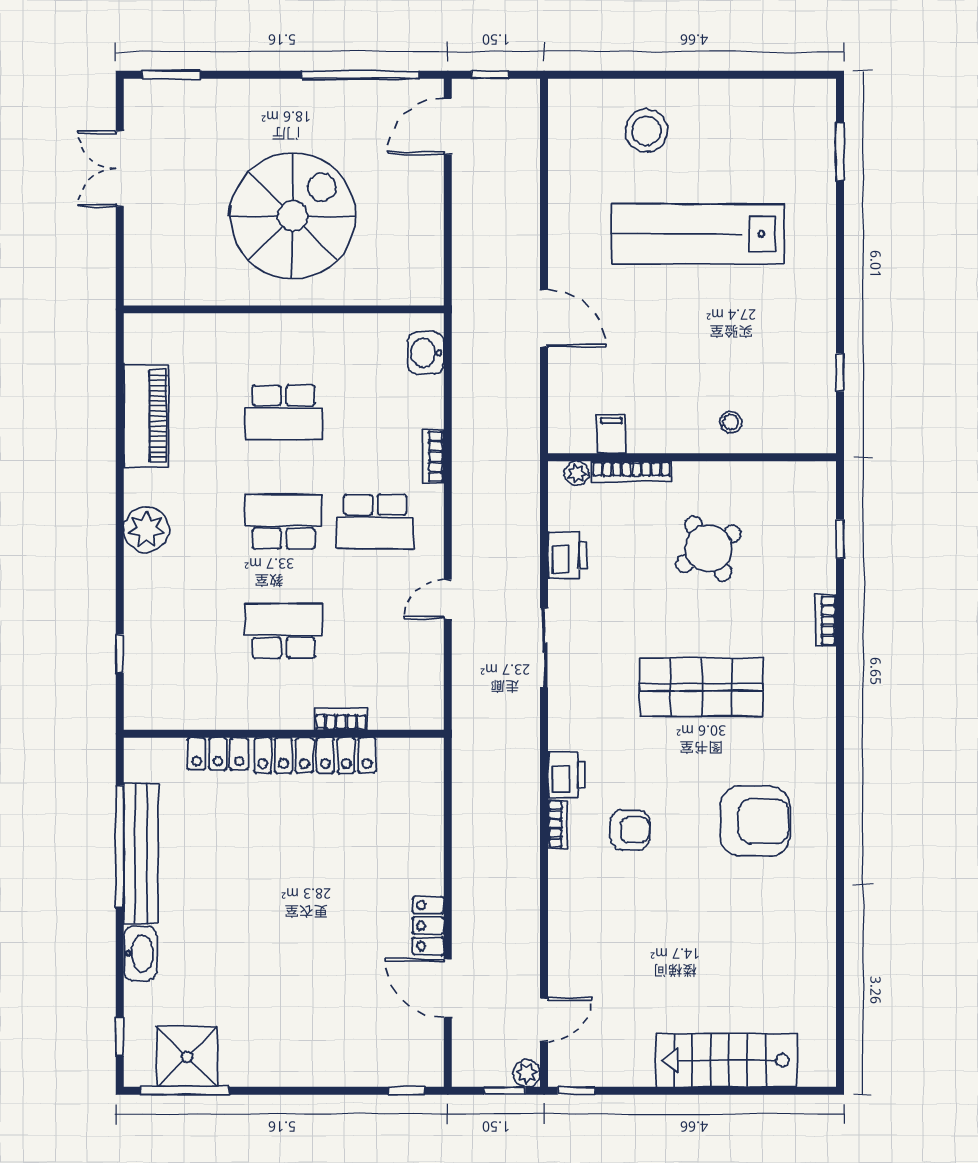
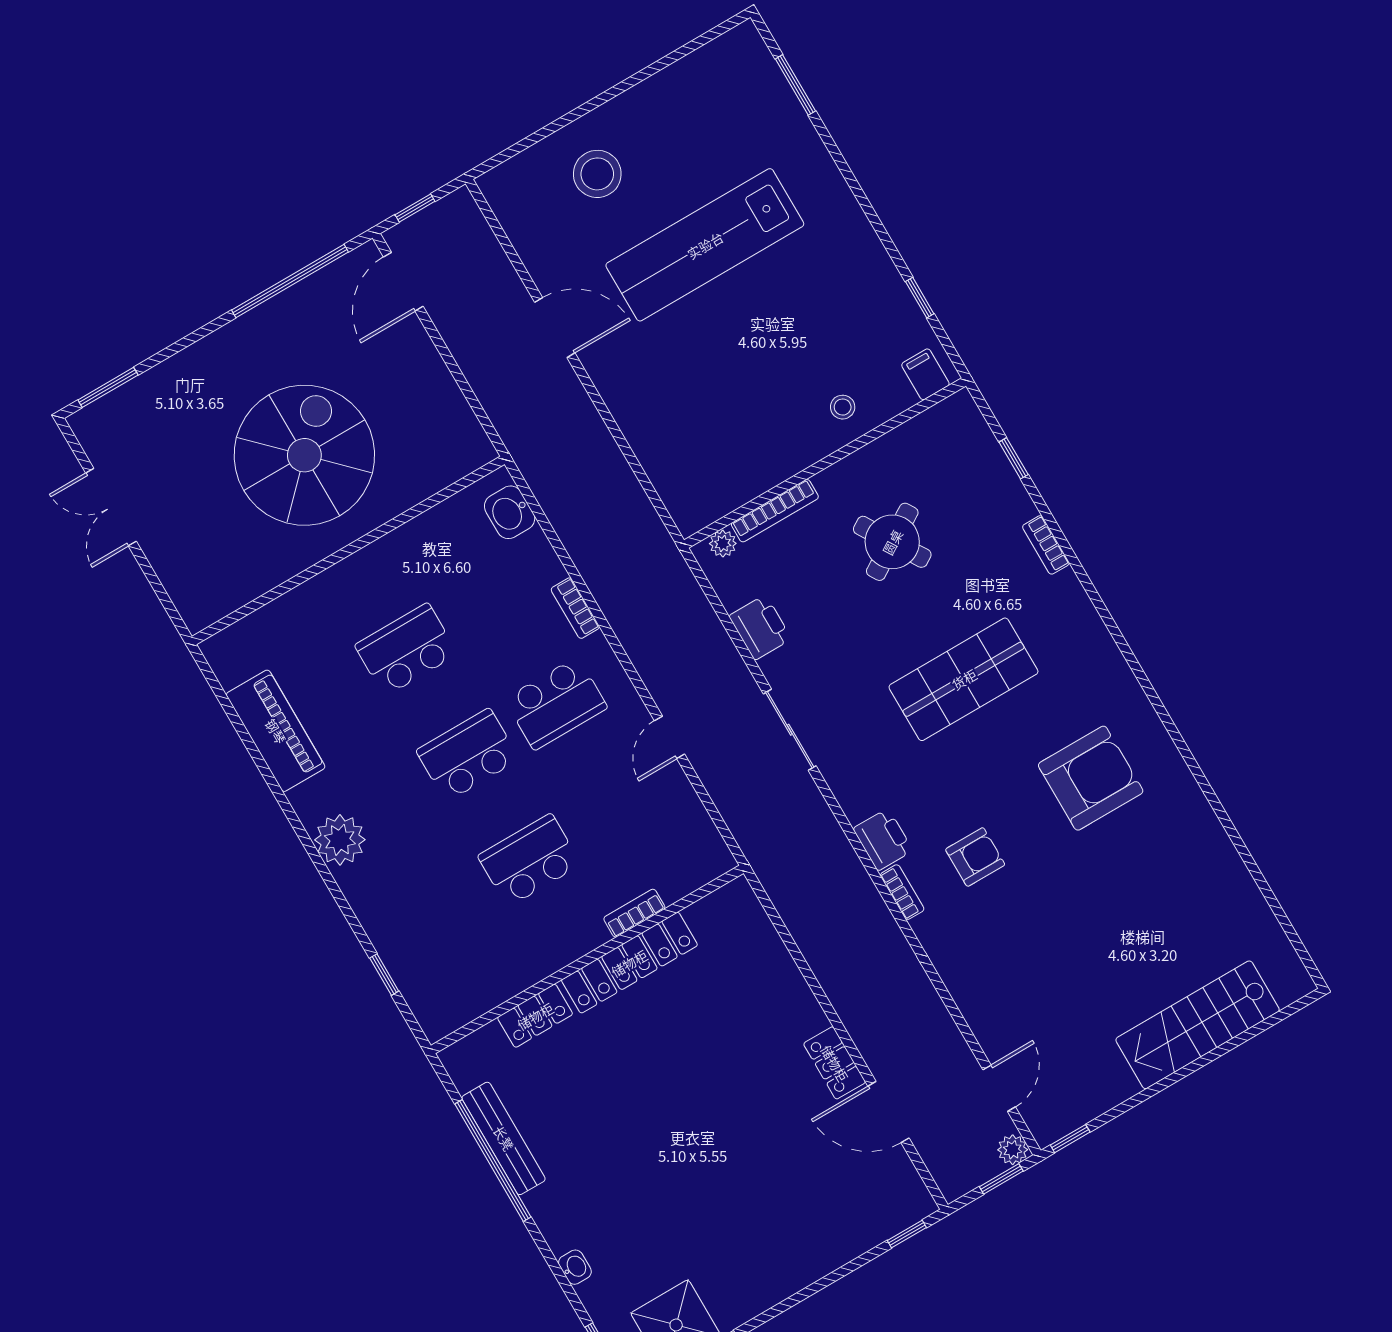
door: (544, 318) -> (555, 328), moved
school desk: (284, 412) -> (406, 650), turned 180
filing cabinet: (611, 434) -> (925, 374), moved
bench: (141, 853) -> (504, 1138), width x0.73, depth x0.82
washbasin: (140, 953) -> (575, 1267), width x0.52, depth x0.69

